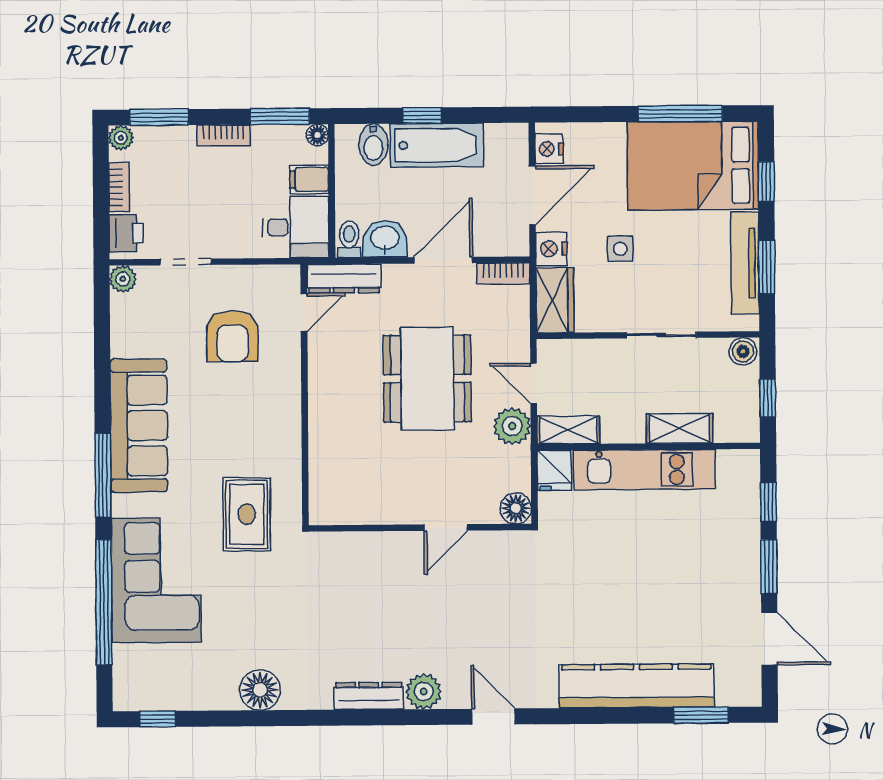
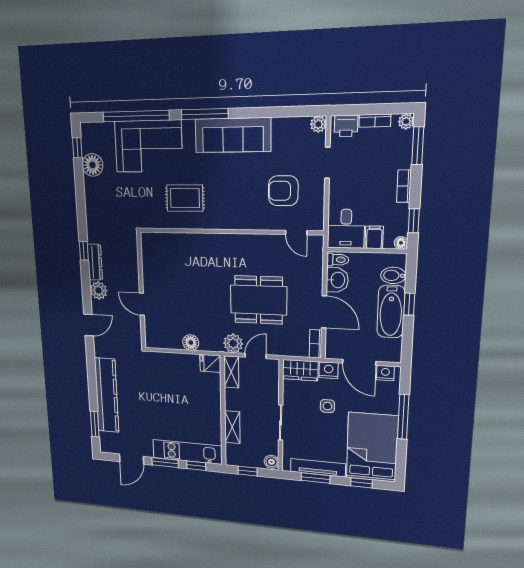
window: (680, 114) -> (403, 417), moved
window: (280, 116) -> (414, 221), width x0.67
dresser: (344, 279) -> (315, 256), removed
kitchen unit: (644, 470) -> (187, 452), moved, turned 90
wall: (420, 528) -> (141, 291), moved
door: (446, 528) -> (142, 304), moved
floor lamp: (260, 690) -> (92, 165), moved
window: (348, 718) -> (84, 251), added

